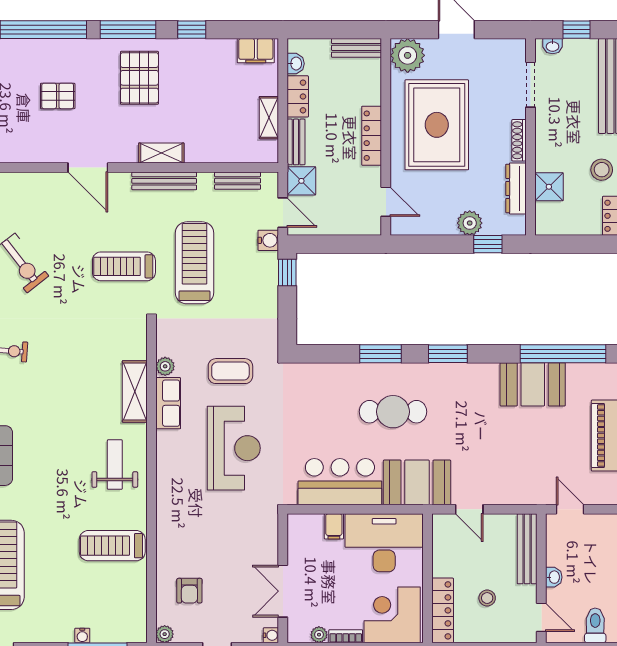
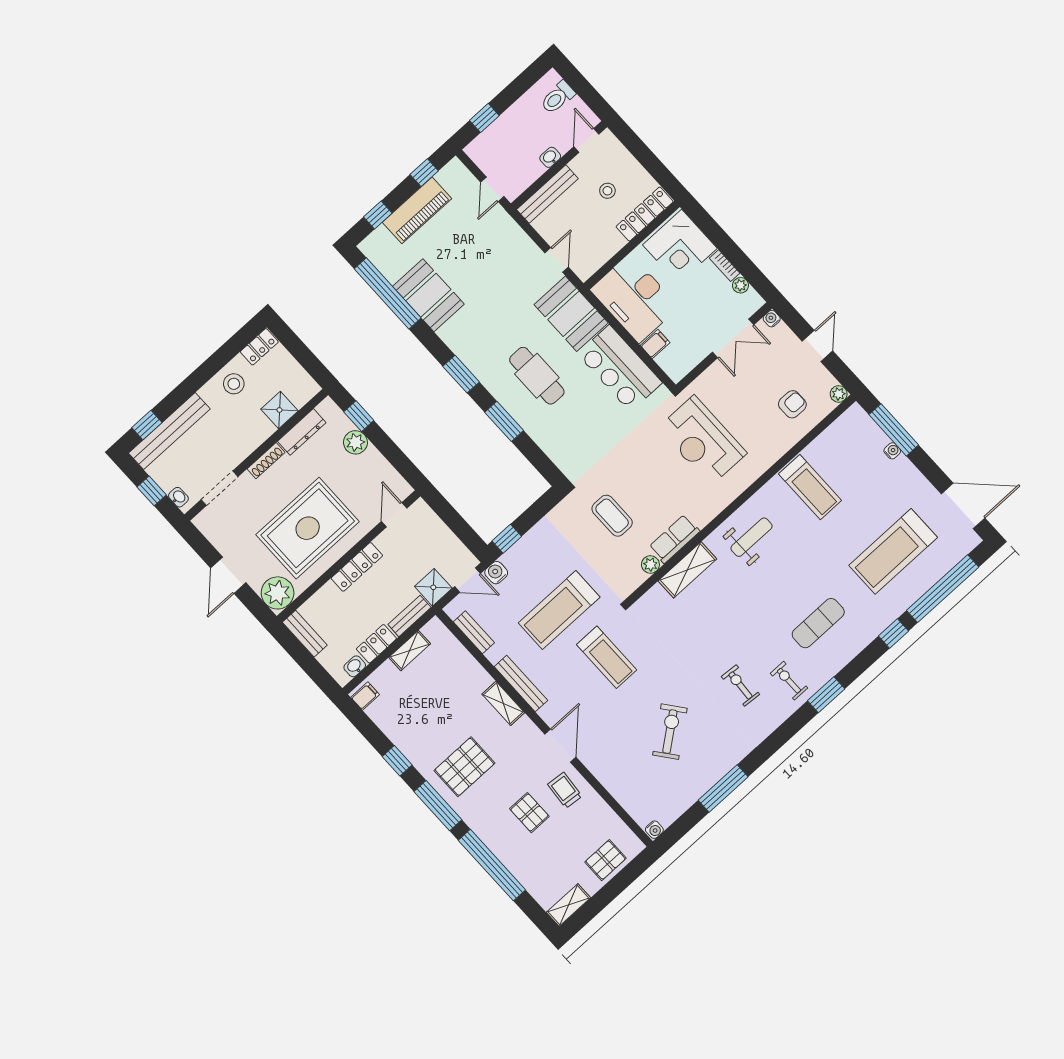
filing cabinet: (256, 51) -> (365, 696), width x0.50
trolley: (50, 139) -> (565, 790), added
door: (283, 213) -> (467, 580), swing flipped
reception desk: (234, 448) -> (702, 440), moved, turned -90
weight bench: (115, 465) -> (752, 537), turned 180

